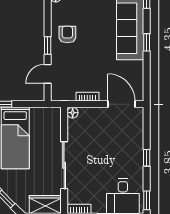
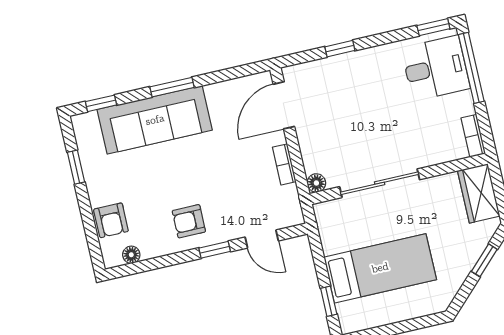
window: (147, 42) -> (172, 87), width x1.50
window: (147, 158) -> (340, 49), moved
sliding door: (64, 165) -> (380, 183), moved

